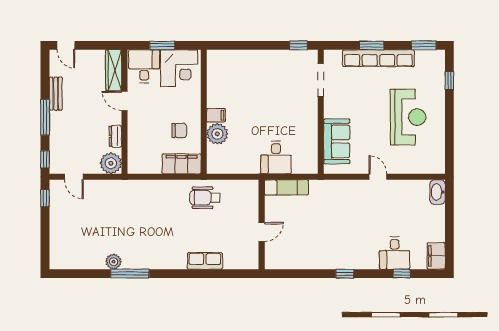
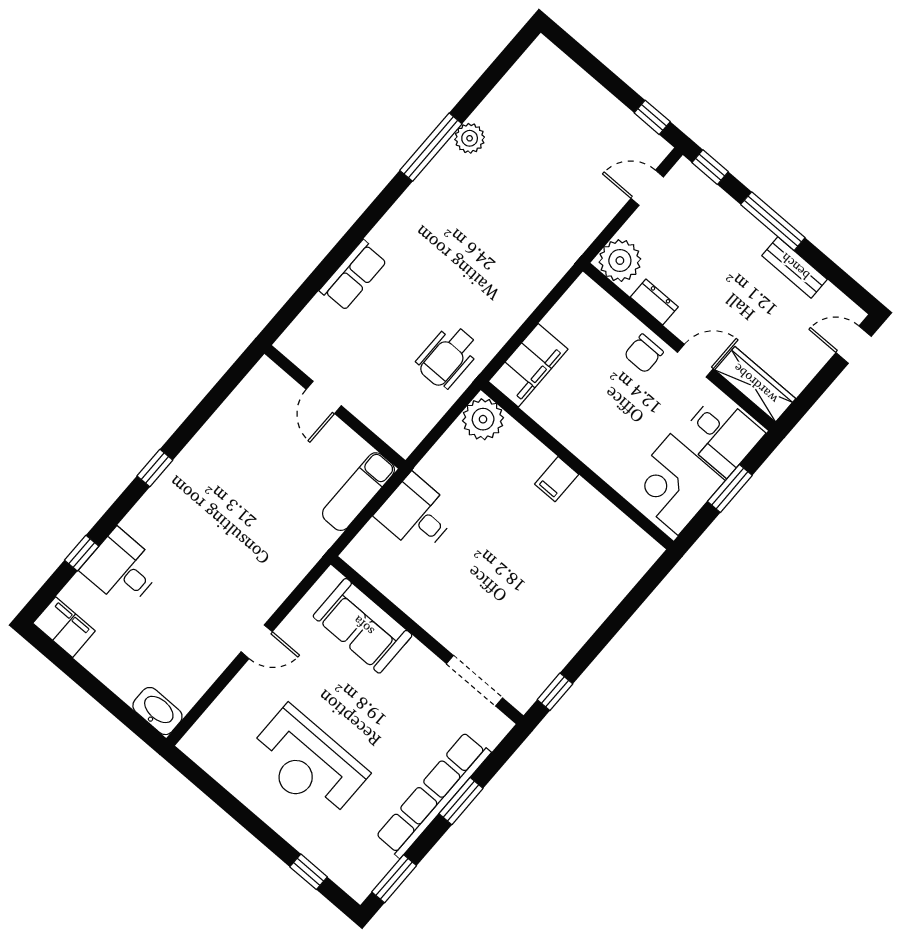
chair: (179, 131) -> (644, 354), moved
plant: (217, 134) -> (483, 419), moved
wheelchair: (205, 198) -> (448, 357), turned 180

